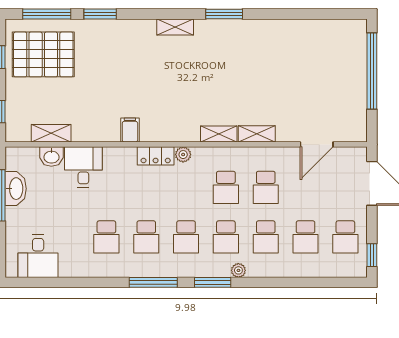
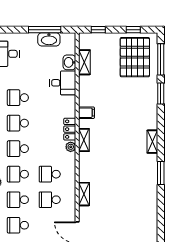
shelving: (219, 134) -> (84, 140), moved

